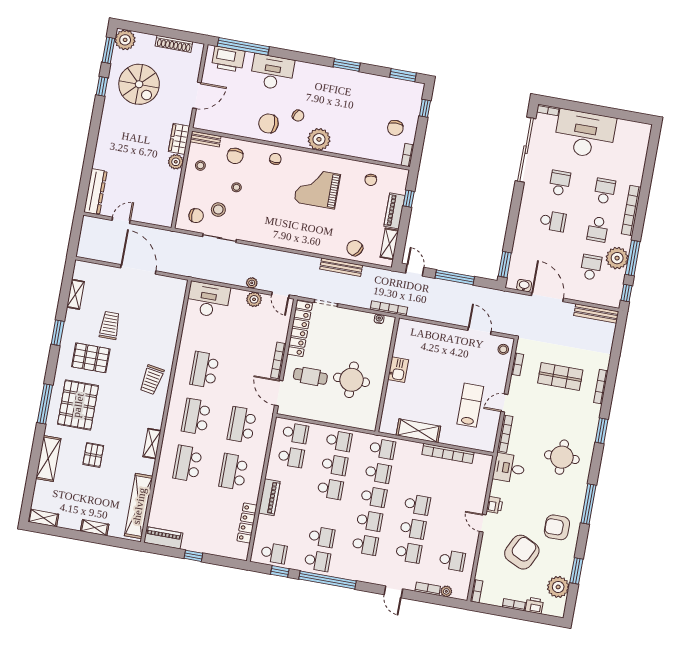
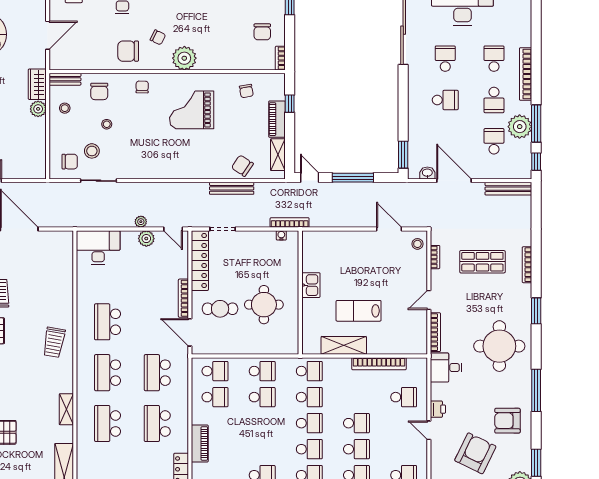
lab bench: (470, 405) -> (359, 311), moved, turned -90
round table: (562, 457) -> (499, 346), width x1.36, depth x1.36
school desk: (330, 489) -> (404, 397), moved

